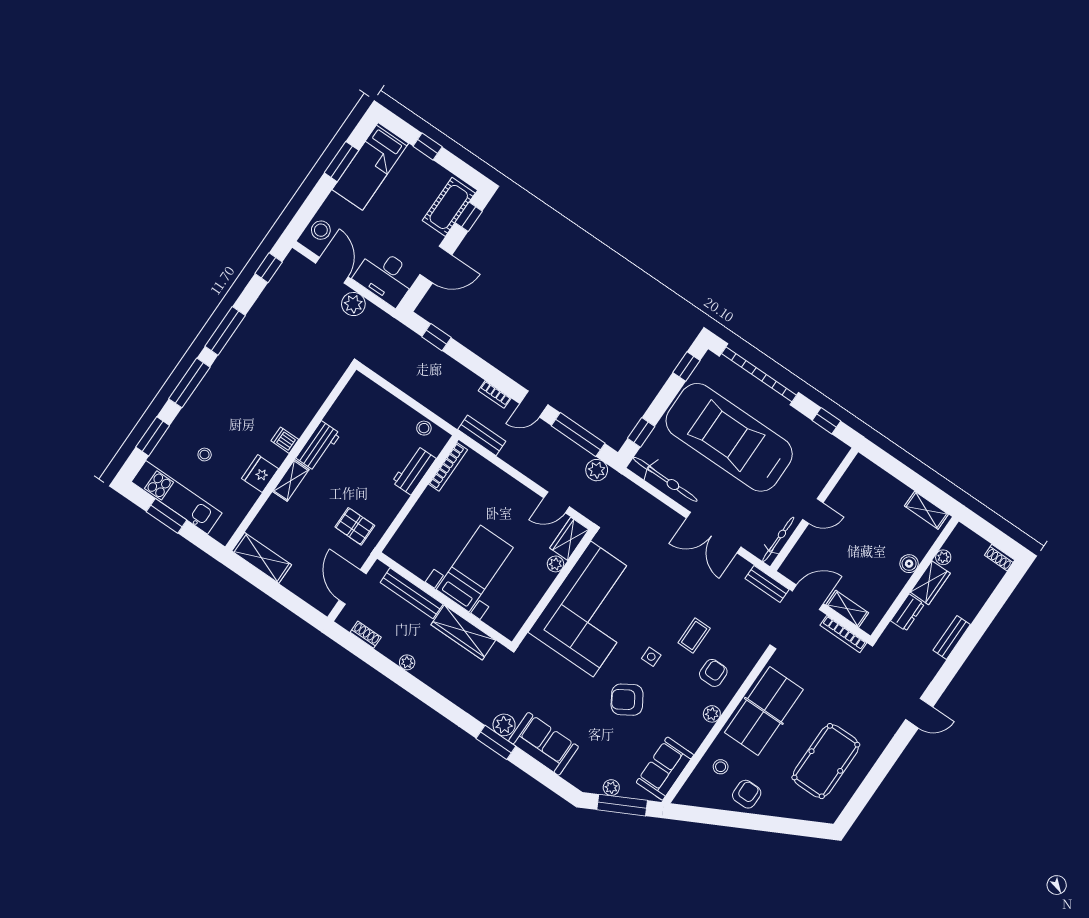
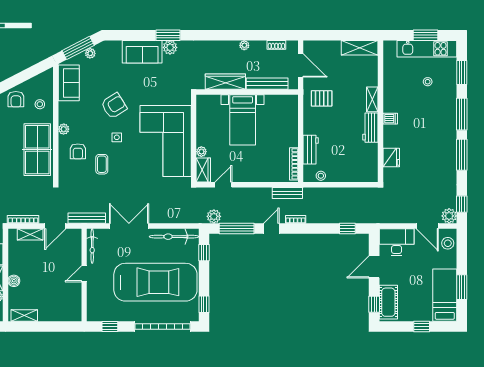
plant: (353, 304) -> (449, 216), moved
fridge: (260, 474) -> (391, 158), moved
bench: (767, 584) -> (87, 218), width x1.36

